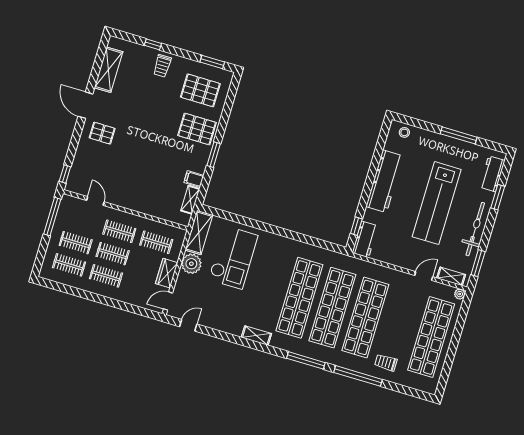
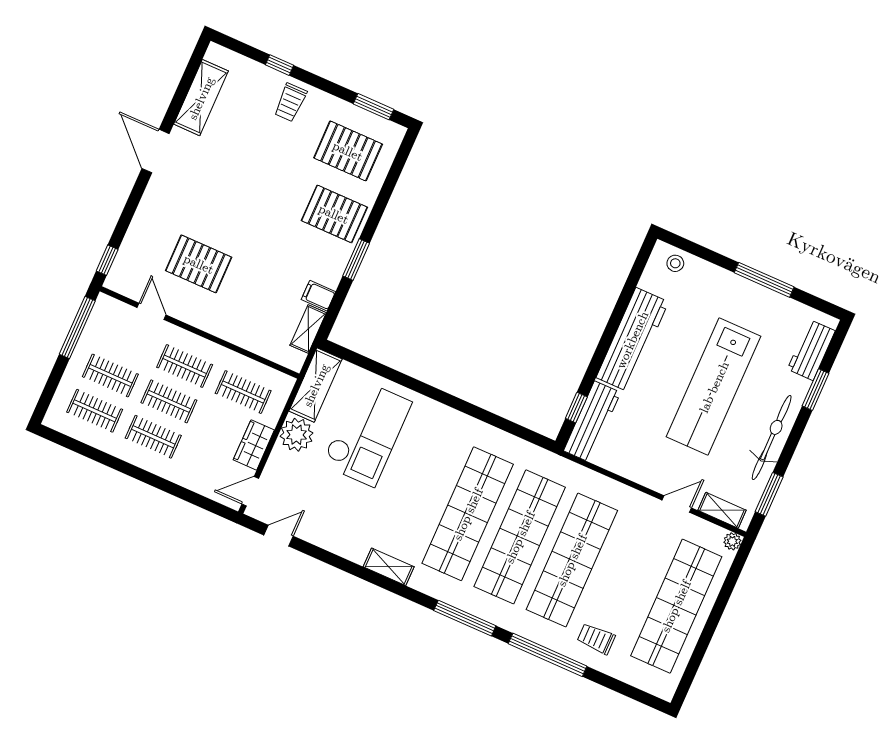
pallet: (102, 133) -> (199, 264), moved, width x1.50, depth x1.42
workbench: (365, 239) -> (592, 422), width x1.38

